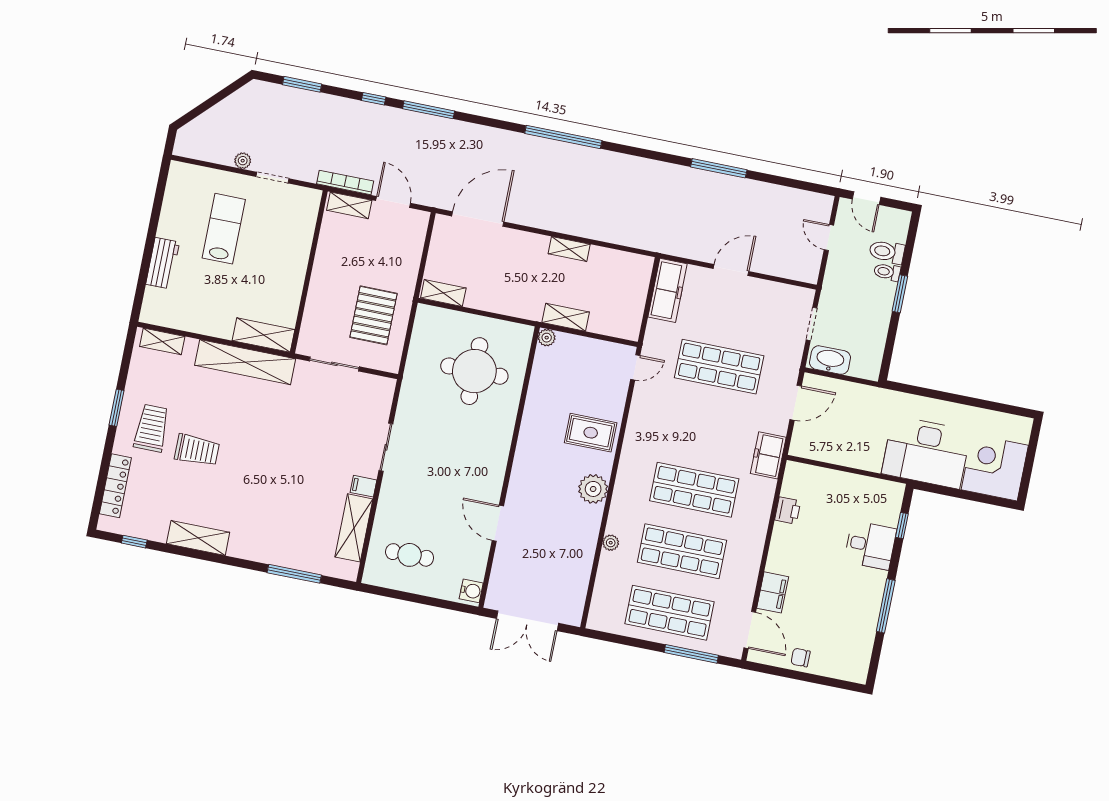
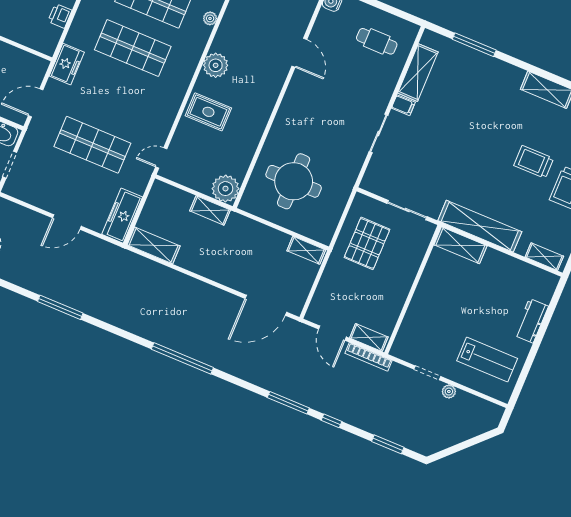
lab bench: (224, 229) -> (487, 360), moved, turned -90
shelving: (569, 249) -> (154, 245), moved, width x1.50, depth x1.33
plant: (547, 338) -> (225, 189), width x1.87, depth x1.87

